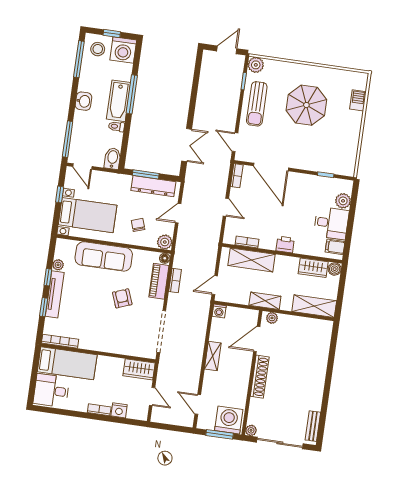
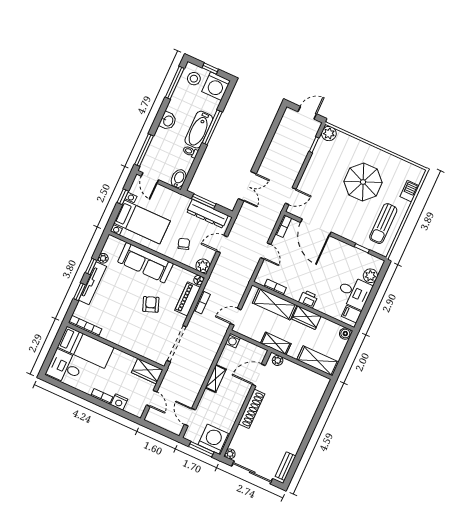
sun lounger: (257, 104) -> (383, 224), moved
door: (235, 142) -> (291, 196), swing flipped
wardrobe: (313, 268) -> (306, 318), moved

